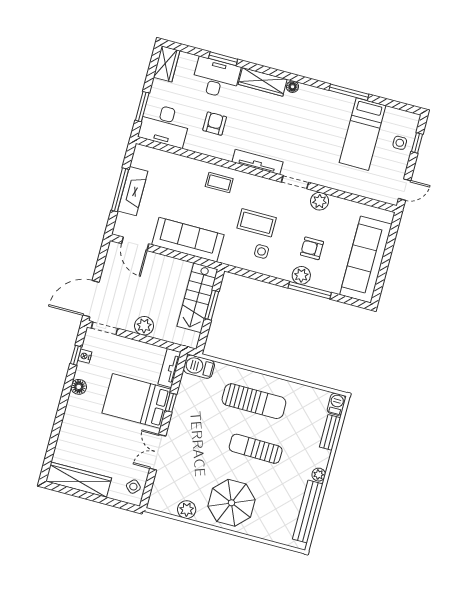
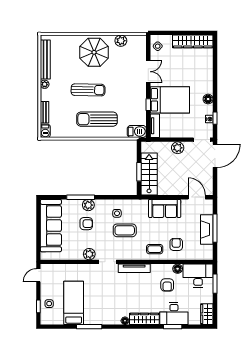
floor lamp: (193, 144) -> (178, 269), added
armchair: (185, 181) -> (176, 244), added
sofa: (188, 240) -> (165, 208), width x0.73

